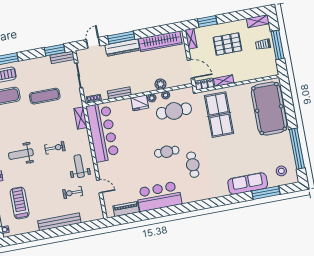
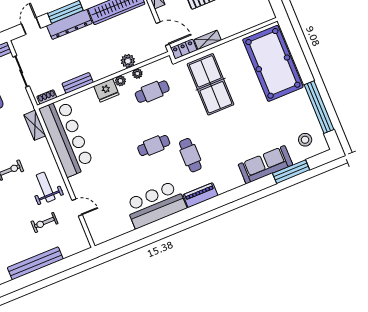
cafe table: (174, 111) -> (152, 92), width x0.73, depth x0.74
piano: (126, 209) -> (200, 195), moved

